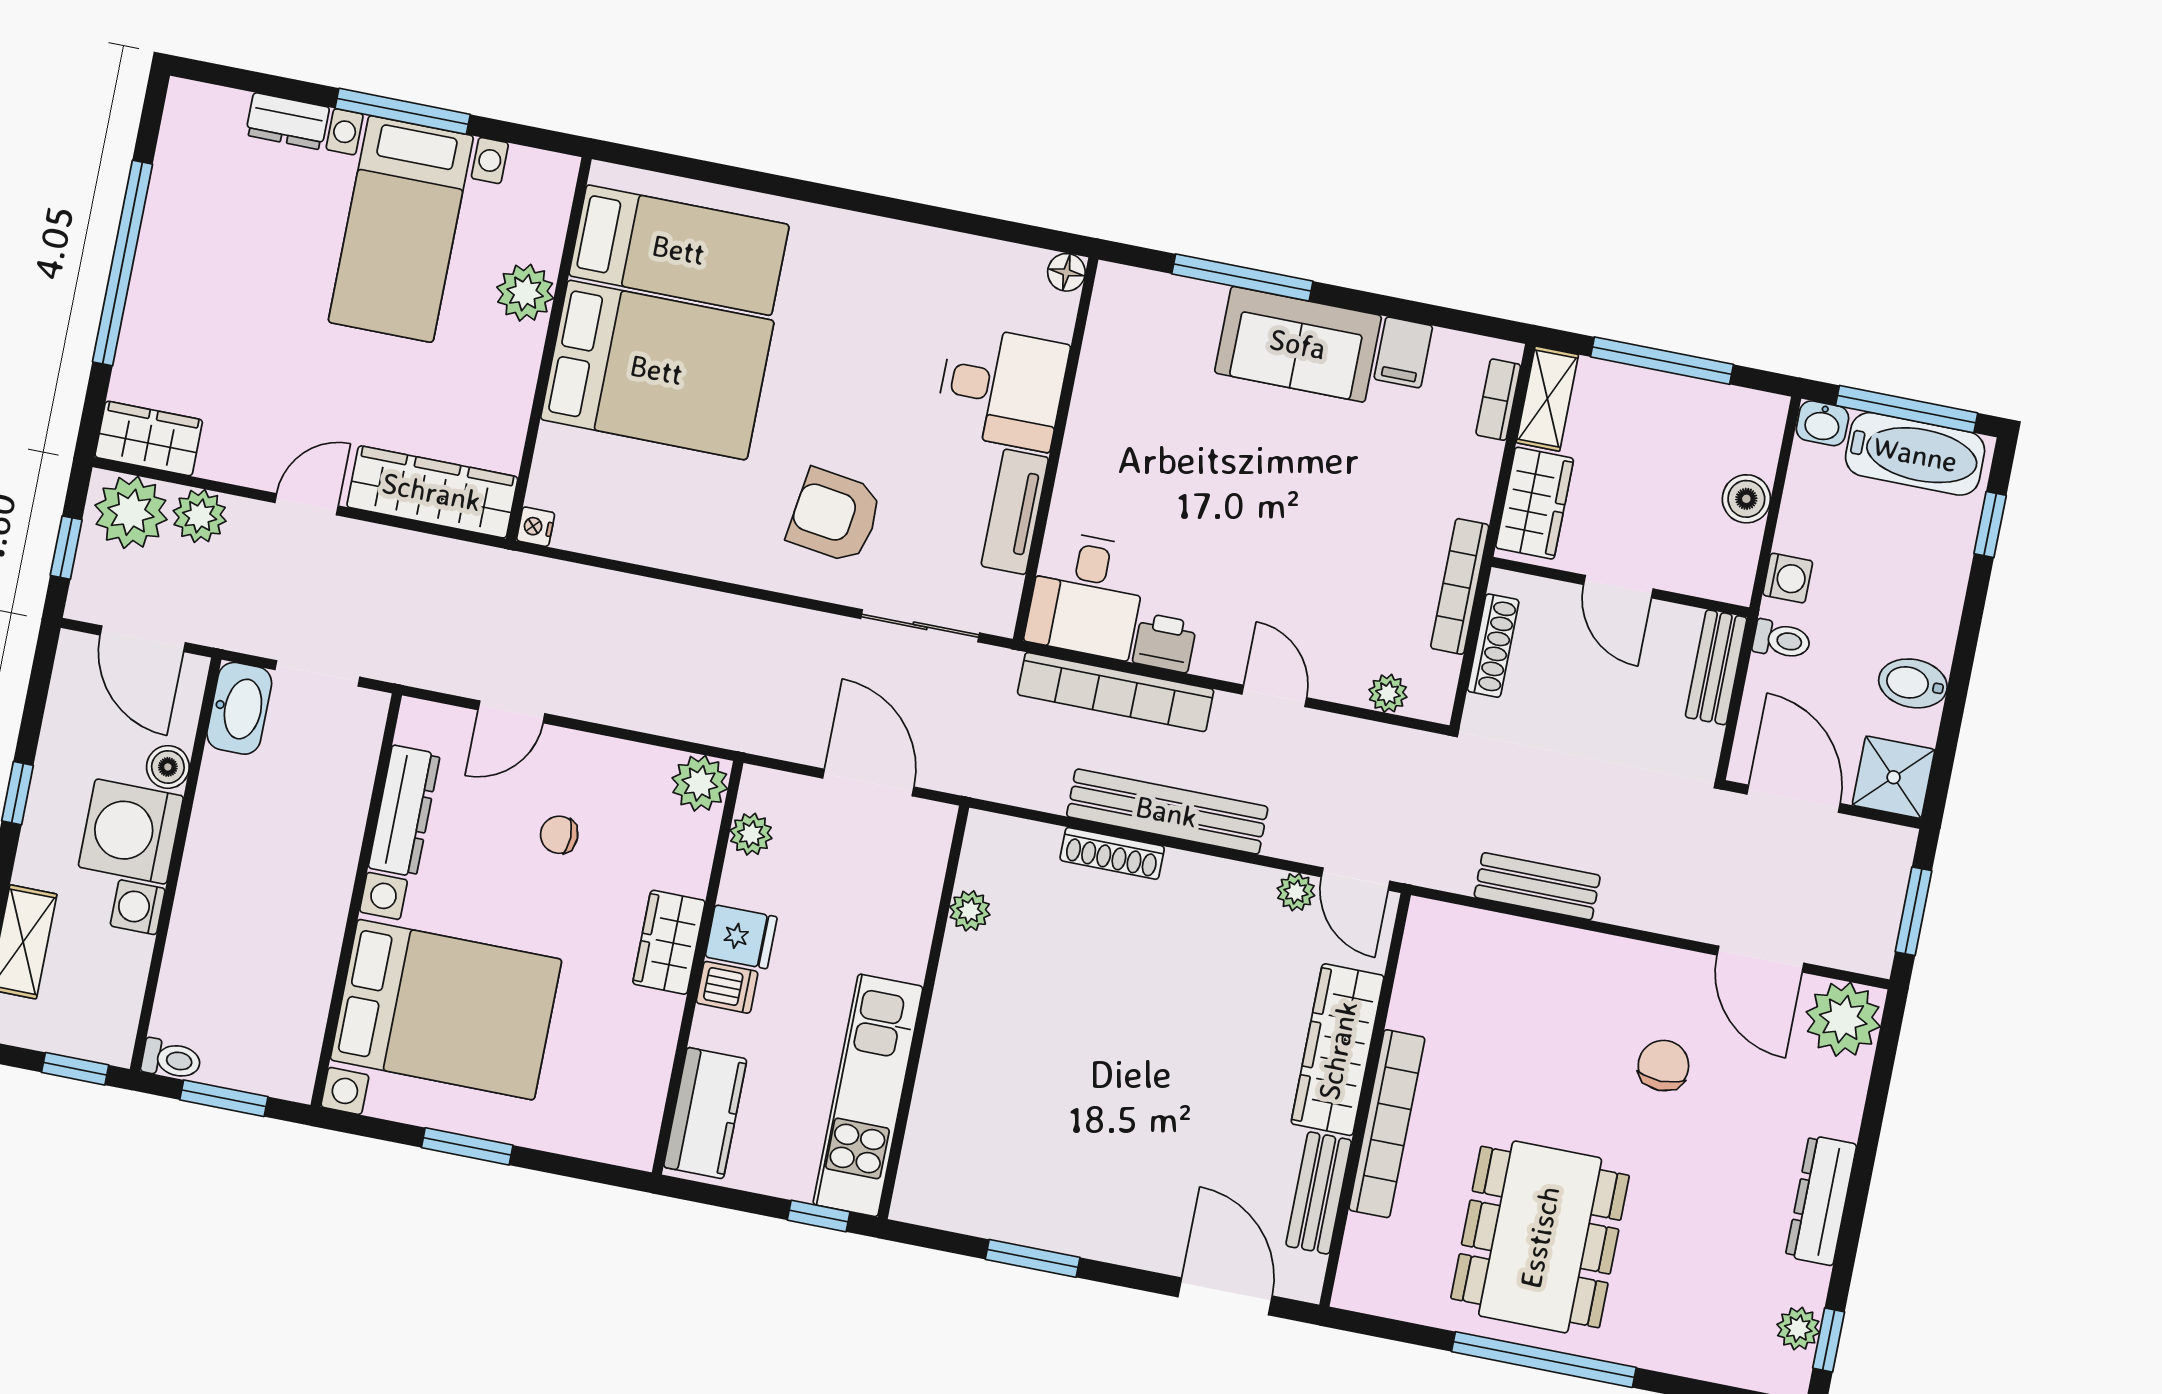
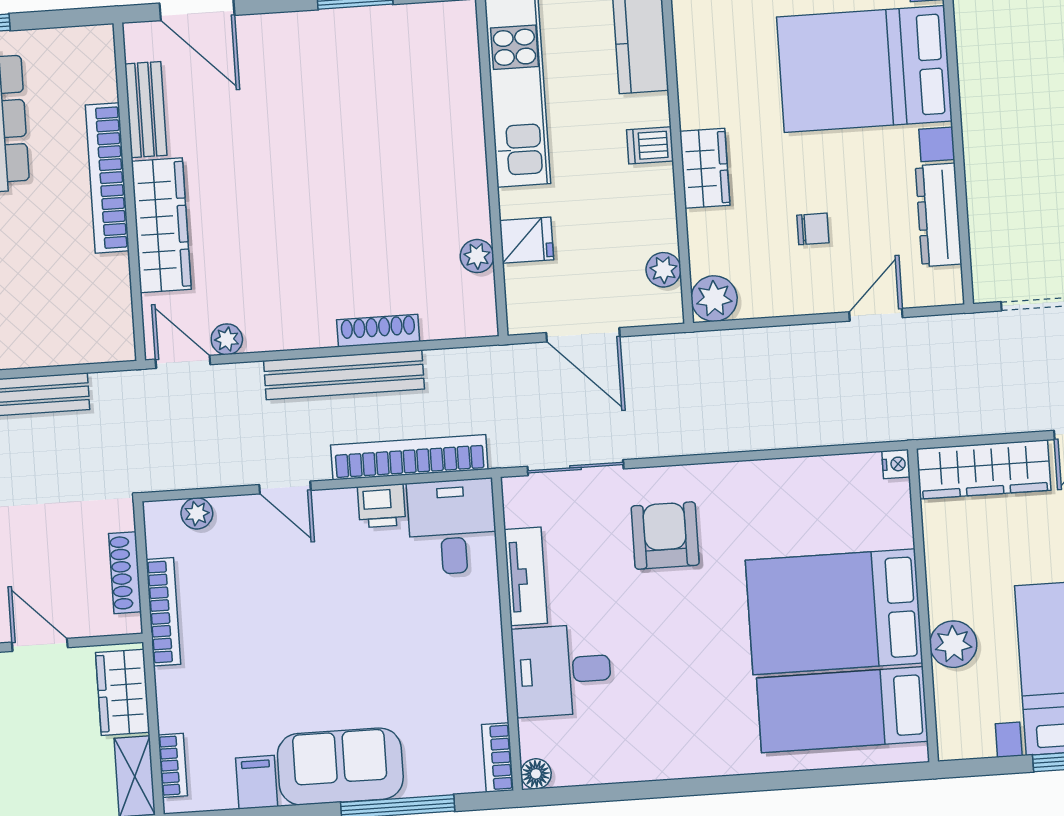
bookcase: (1107, 304) -> (498, 757), added
armchair: (835, 516) -> (665, 536), turned -98
fridge: (741, 937) -> (527, 240), moved, turned 180

